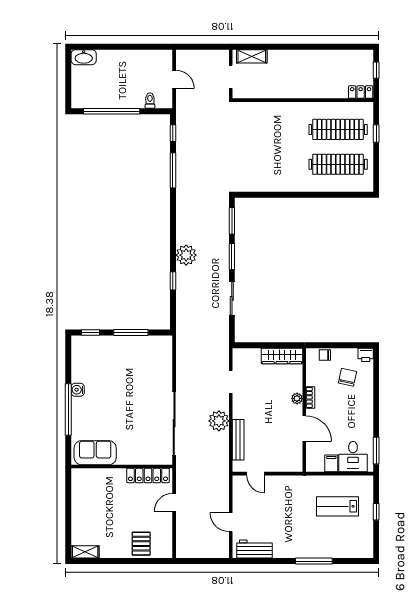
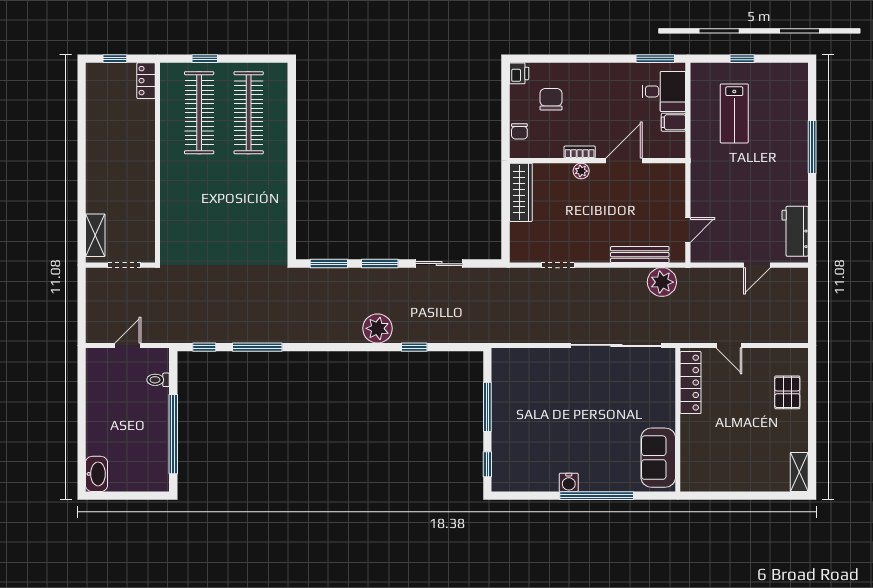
chair: (347, 377) -> (551, 99), turned 78
plant: (219, 421) -> (662, 282), moved
pallet: (141, 544) -> (787, 392), turned 90

